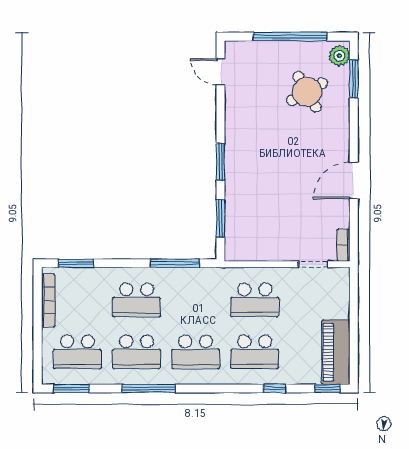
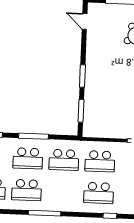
window: (175, 263) -> (34, 136), moved
school desk: (196, 352) -> (64, 160), moved
window: (149, 389) -> (45, 213), moved

